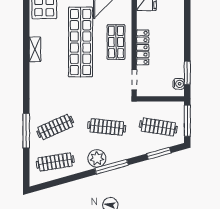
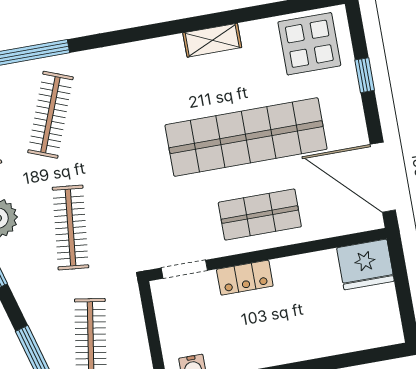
locker: (143, 47) -> (245, 278), width x0.66
clothes rail: (55, 127) -> (50, 115), turned 45

